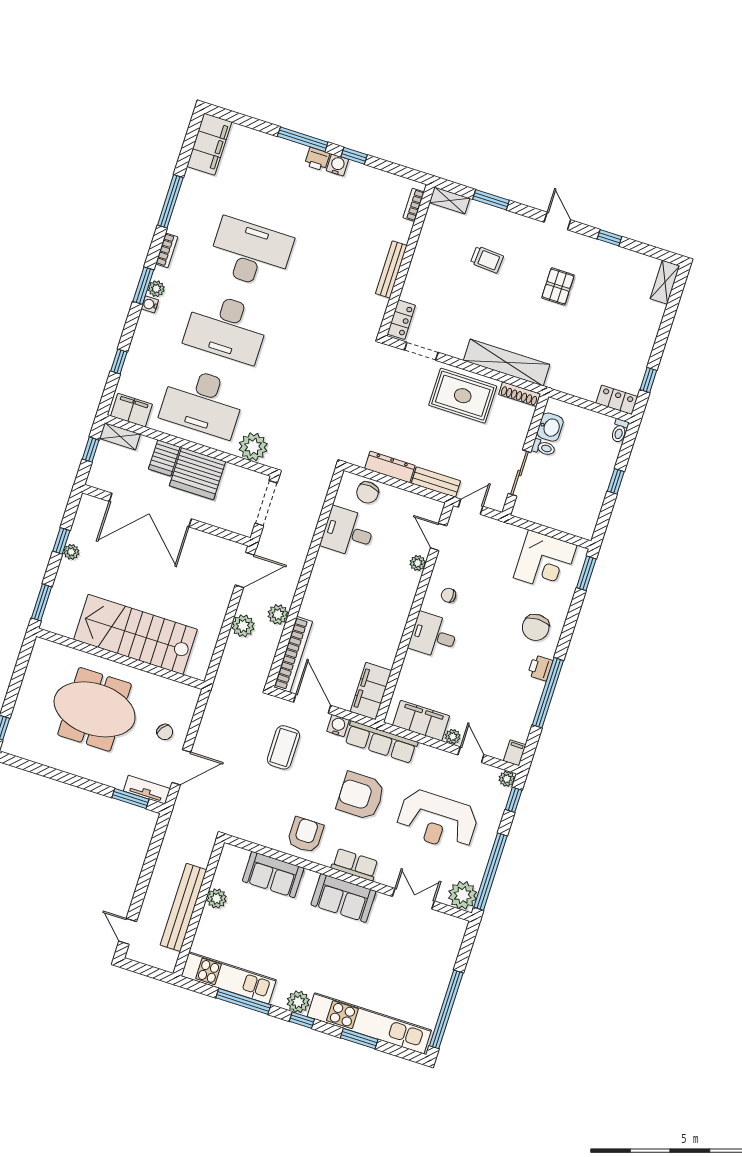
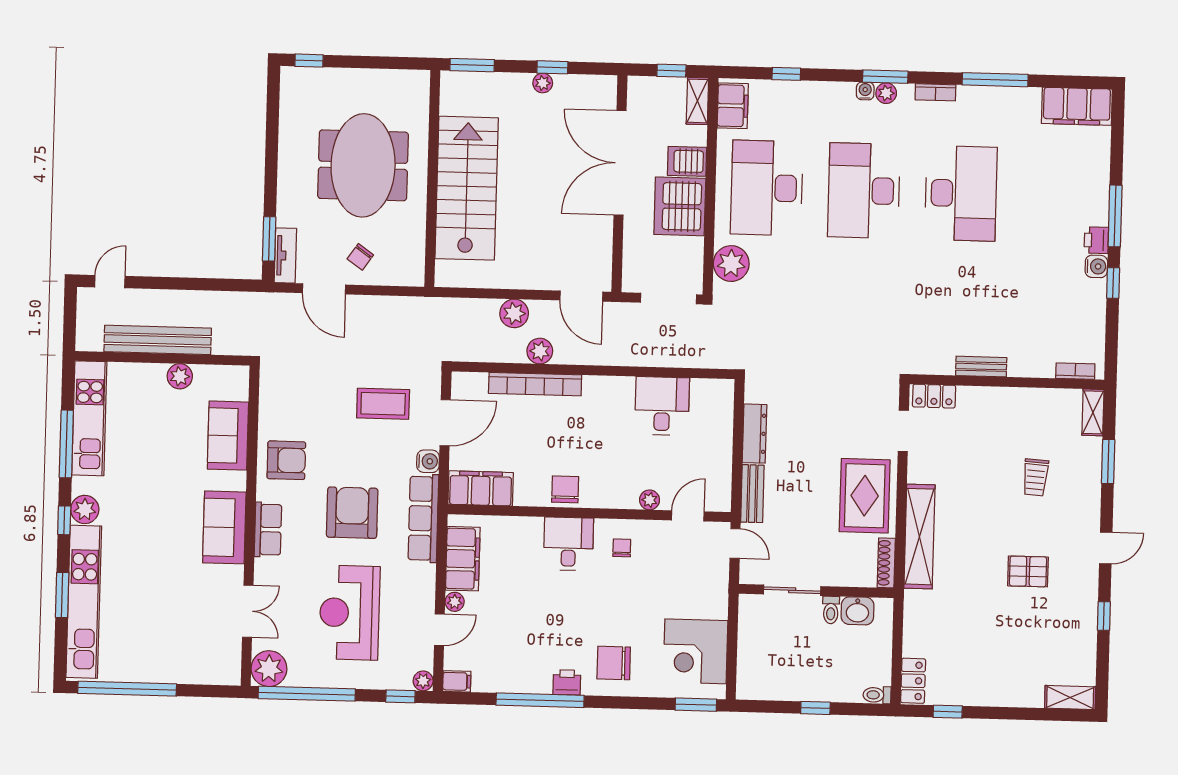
bench: (391, 269) -> (981, 367), width x0.73
chair: (367, 492) -> (565, 489), moved, turned 83
bookcase: (293, 654) -> (535, 384), moved

